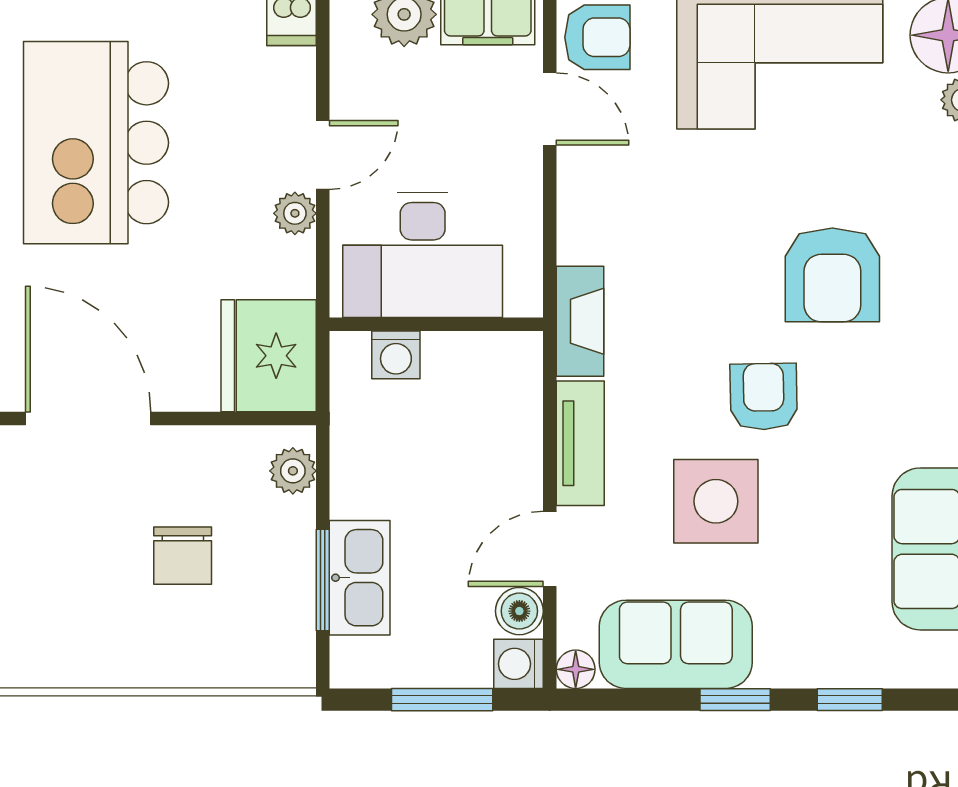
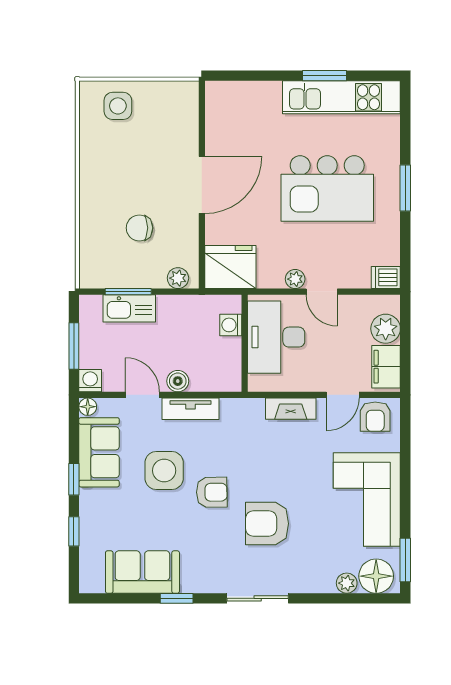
kitchen island: (96, 143) -> (327, 188), turned 180
fireplace: (580, 321) -> (291, 409), moved
boiler: (519, 611) -> (178, 381), moved

